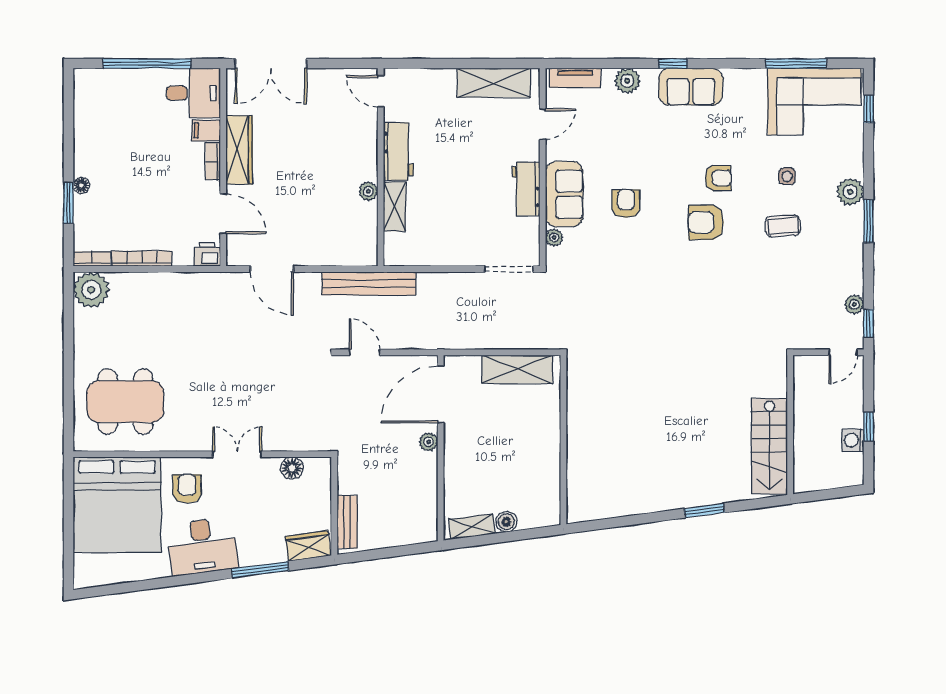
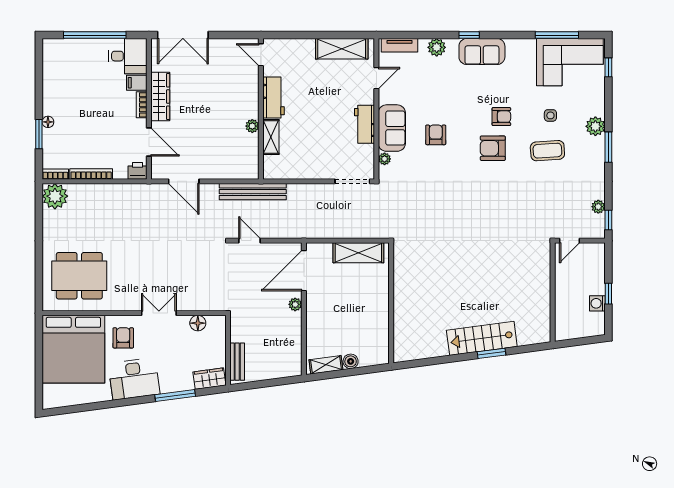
coffee table: (783, 226) -> (547, 151), width x1.36, depth x1.30
door: (843, 352) -> (570, 241), moved
stairs: (769, 446) -> (482, 338), moved, turned 82

